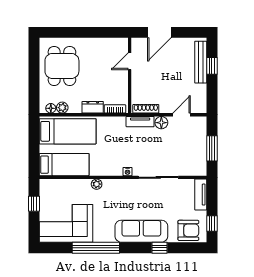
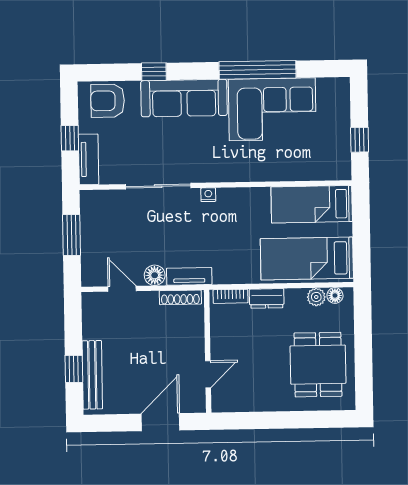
door: (181, 115) -> (122, 289), swing flipped
plant: (97, 184) -> (258, 173), removed
corner sofa: (66, 223) -> (272, 109), moved
window: (212, 223) -> (70, 138), moved

